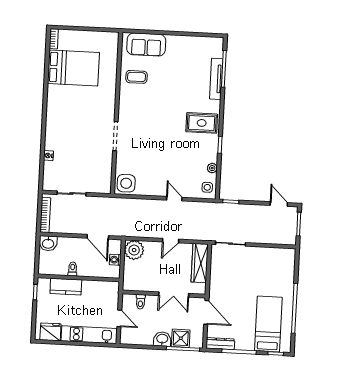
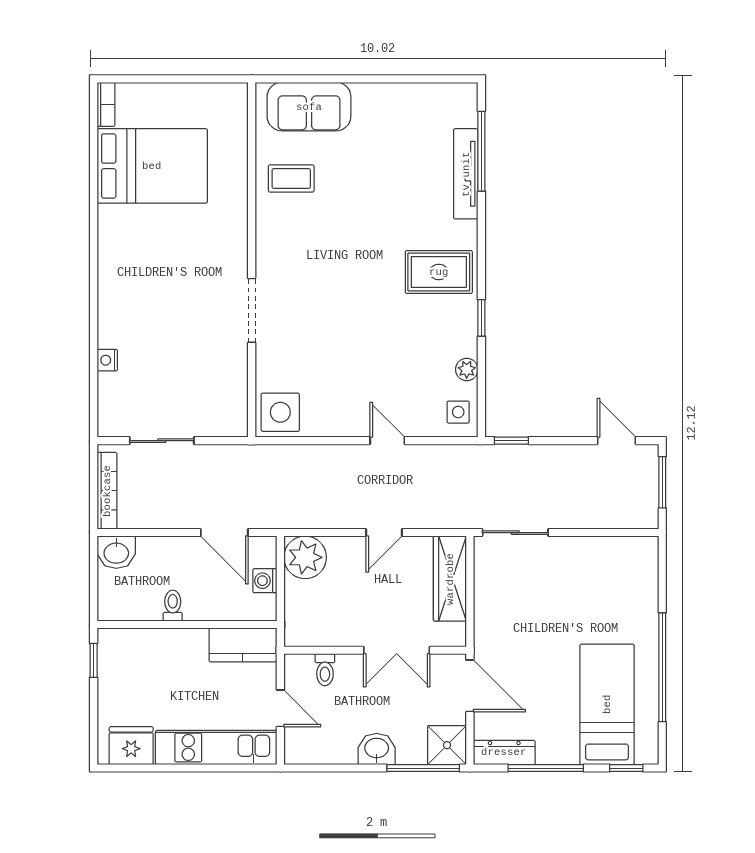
kitchen counter: (66, 287) -> (243, 645), moved
shower: (181, 338) -> (447, 745), moved

